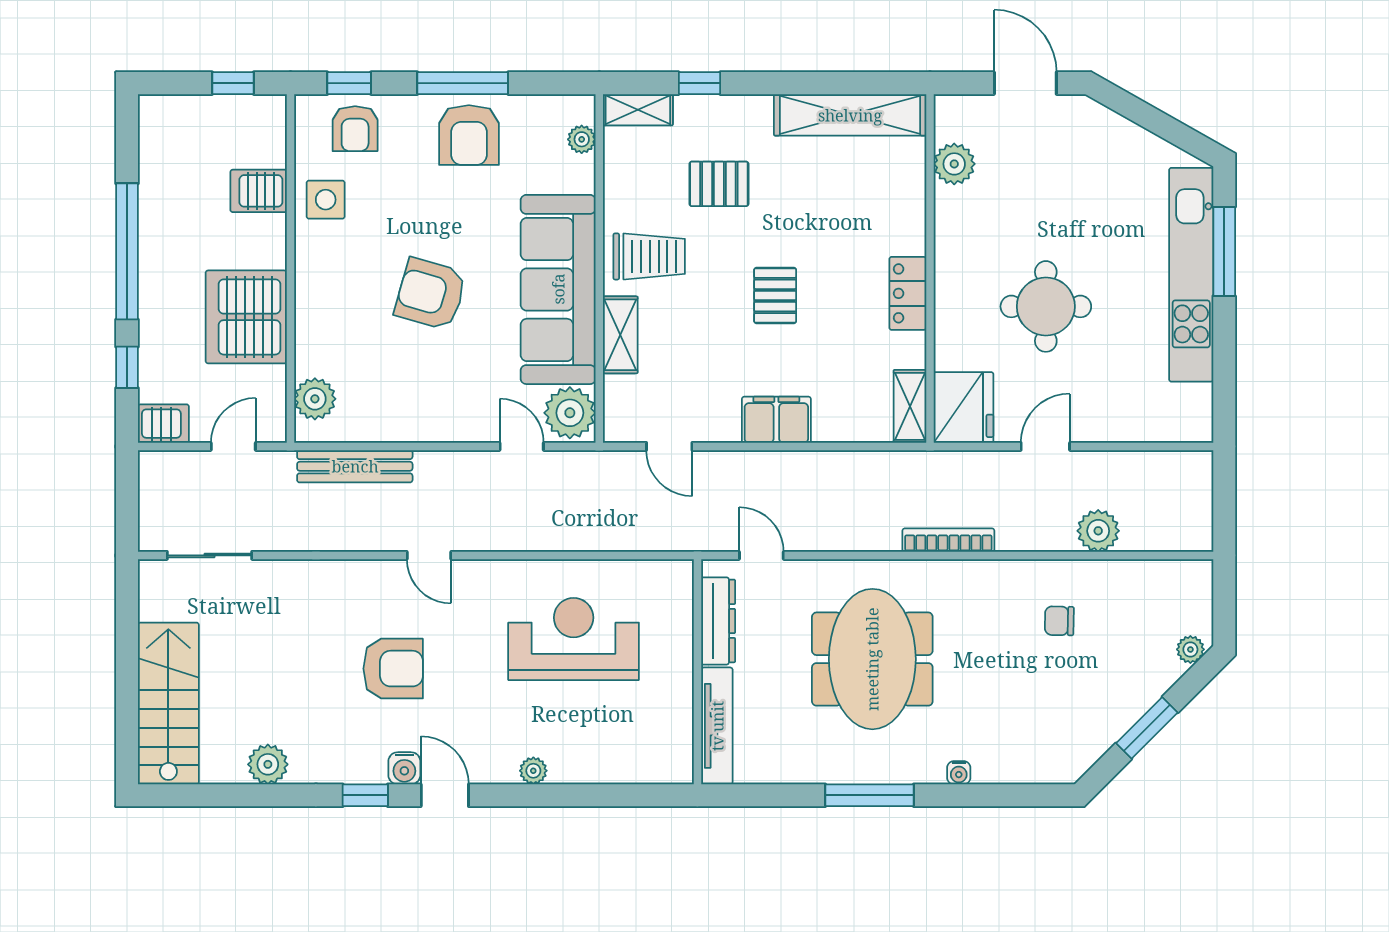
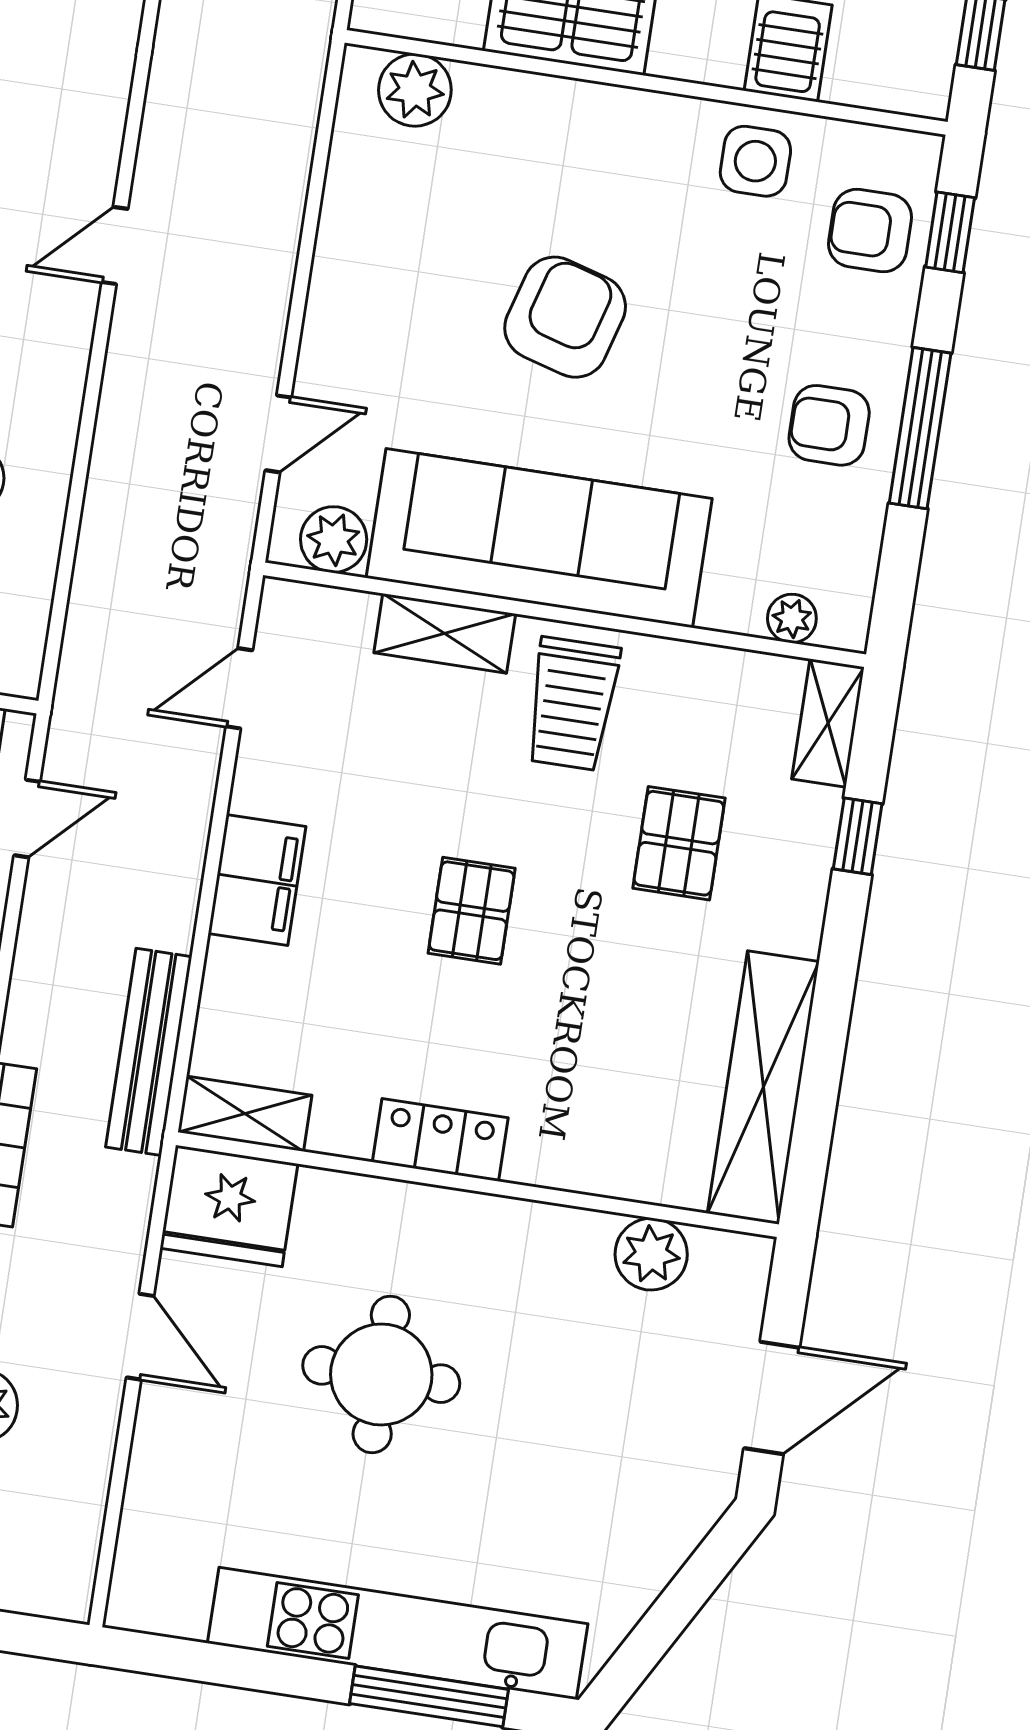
armchair: (469, 135) -> (829, 425), width x0.72, depth x0.72
pallet: (775, 295) -> (472, 911), turned 90
plant: (570, 413) -> (334, 540), width x0.73, depth x0.73
bench: (355, 466) -> (149, 1052), moved

